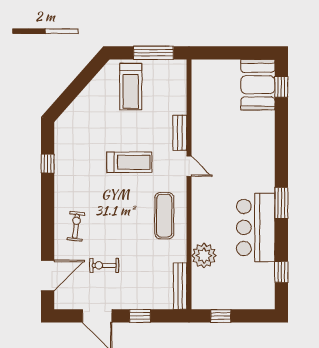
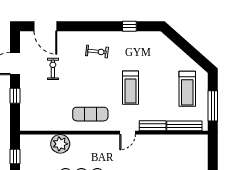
treadmill: (131, 87) -> (187, 89), turned -90
exercise bike: (76, 226) -> (97, 51), moved
bench: (180, 286) -> (184, 126), moved

